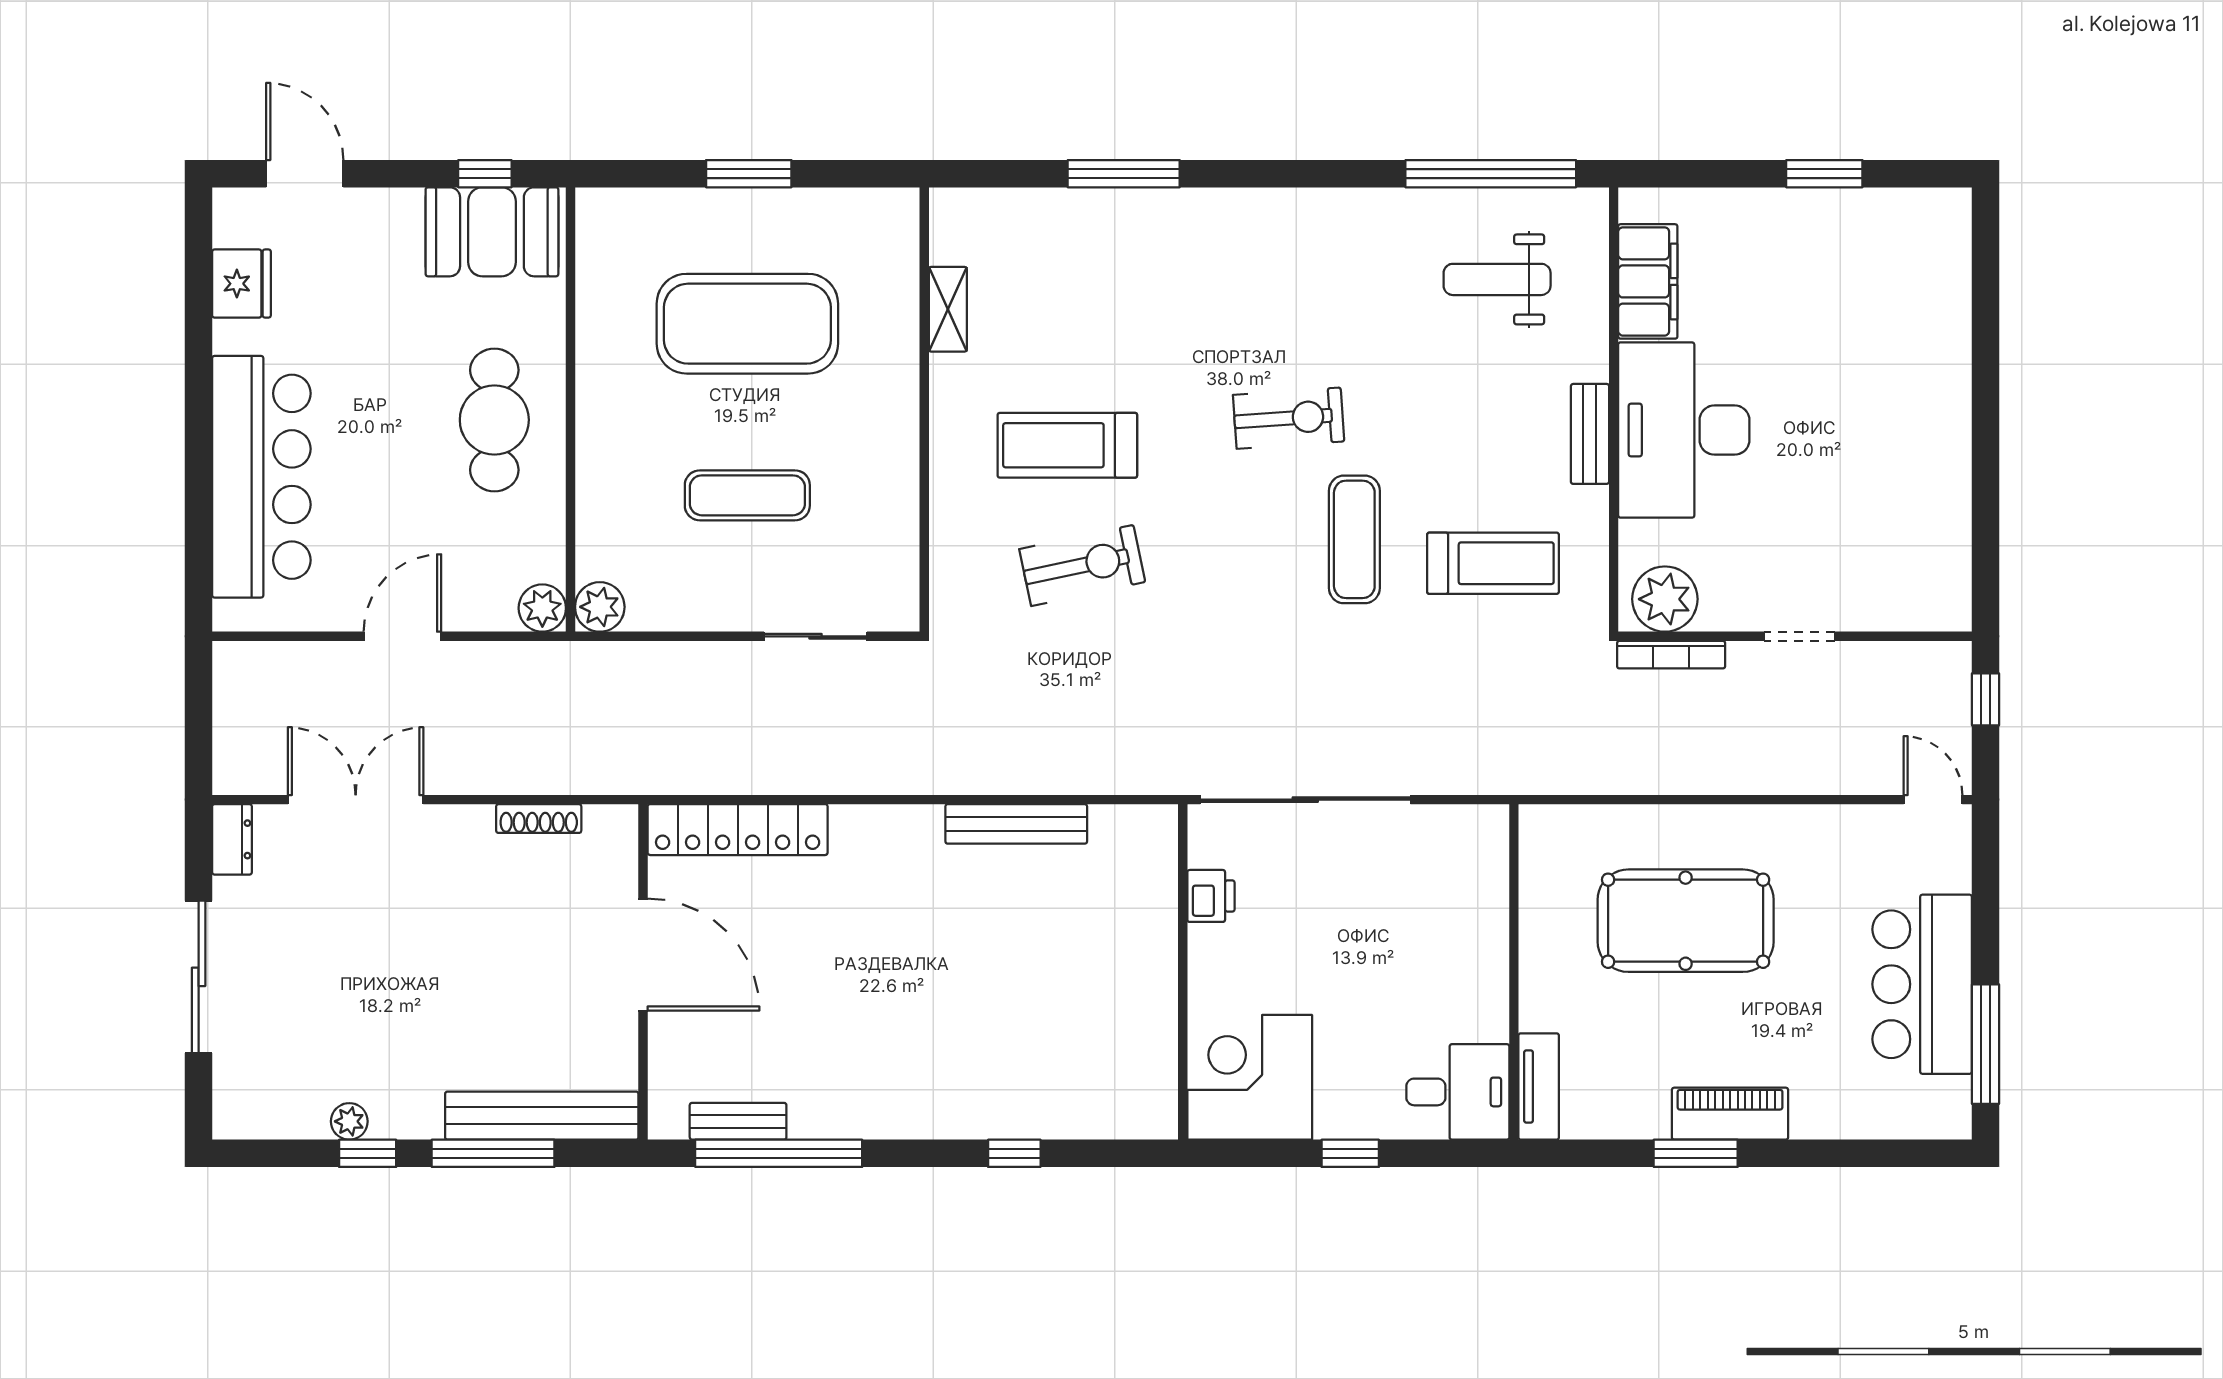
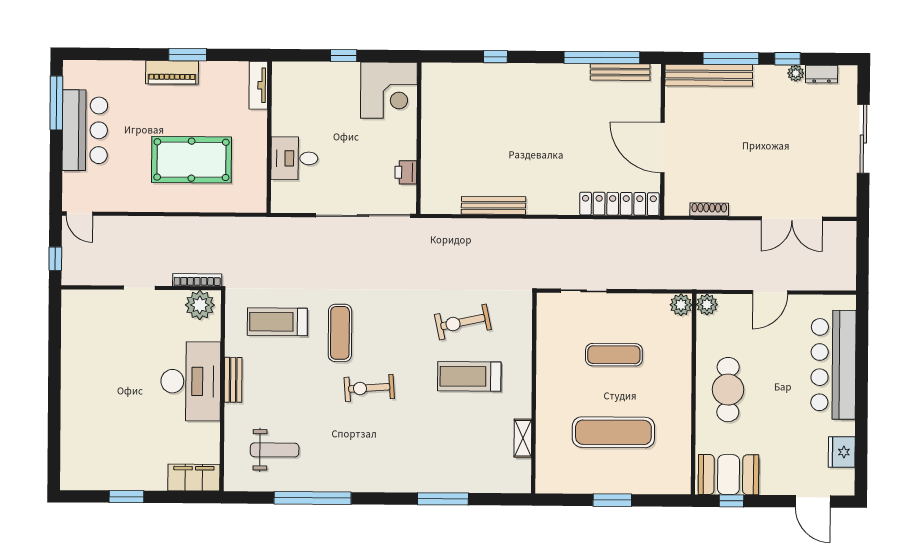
window: (1491, 174) -> (313, 498), moved
filing cabinet: (1648, 281) -> (194, 478), moved, turned 90
exercise mat: (747, 324) -> (613, 432), width x0.68
treadmill: (1067, 445) -> (469, 376), turned 180
dresser: (232, 839) -> (822, 74), moved, turned -90
desk: (1458, 1092) -> (294, 158), moved
bench: (738, 1121) -> (620, 72), width x1.36

